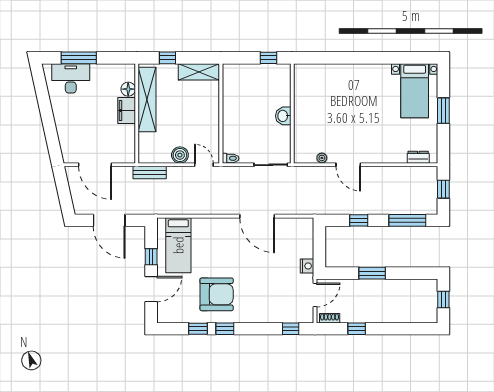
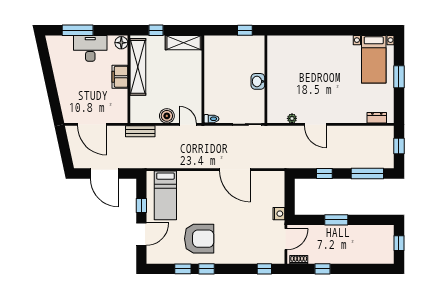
desk: (71, 78) -> (90, 48), moved
floor lamp: (128, 89) -> (121, 43), moved

